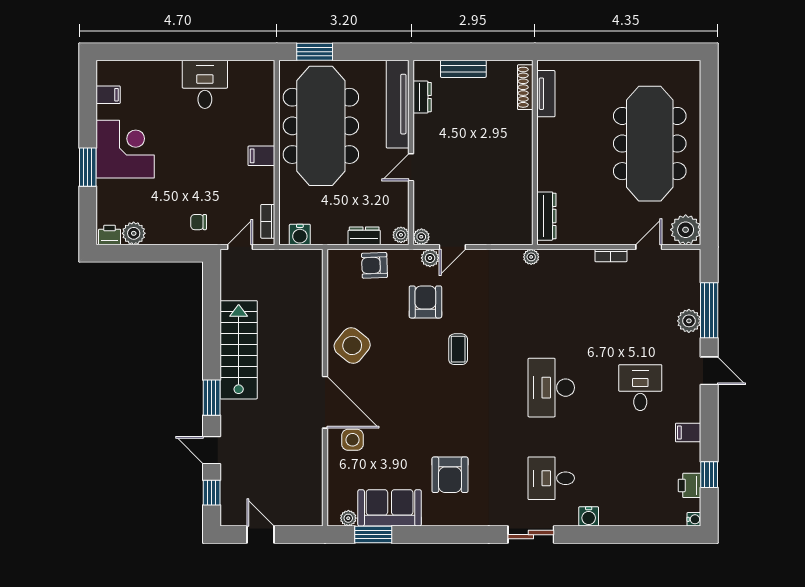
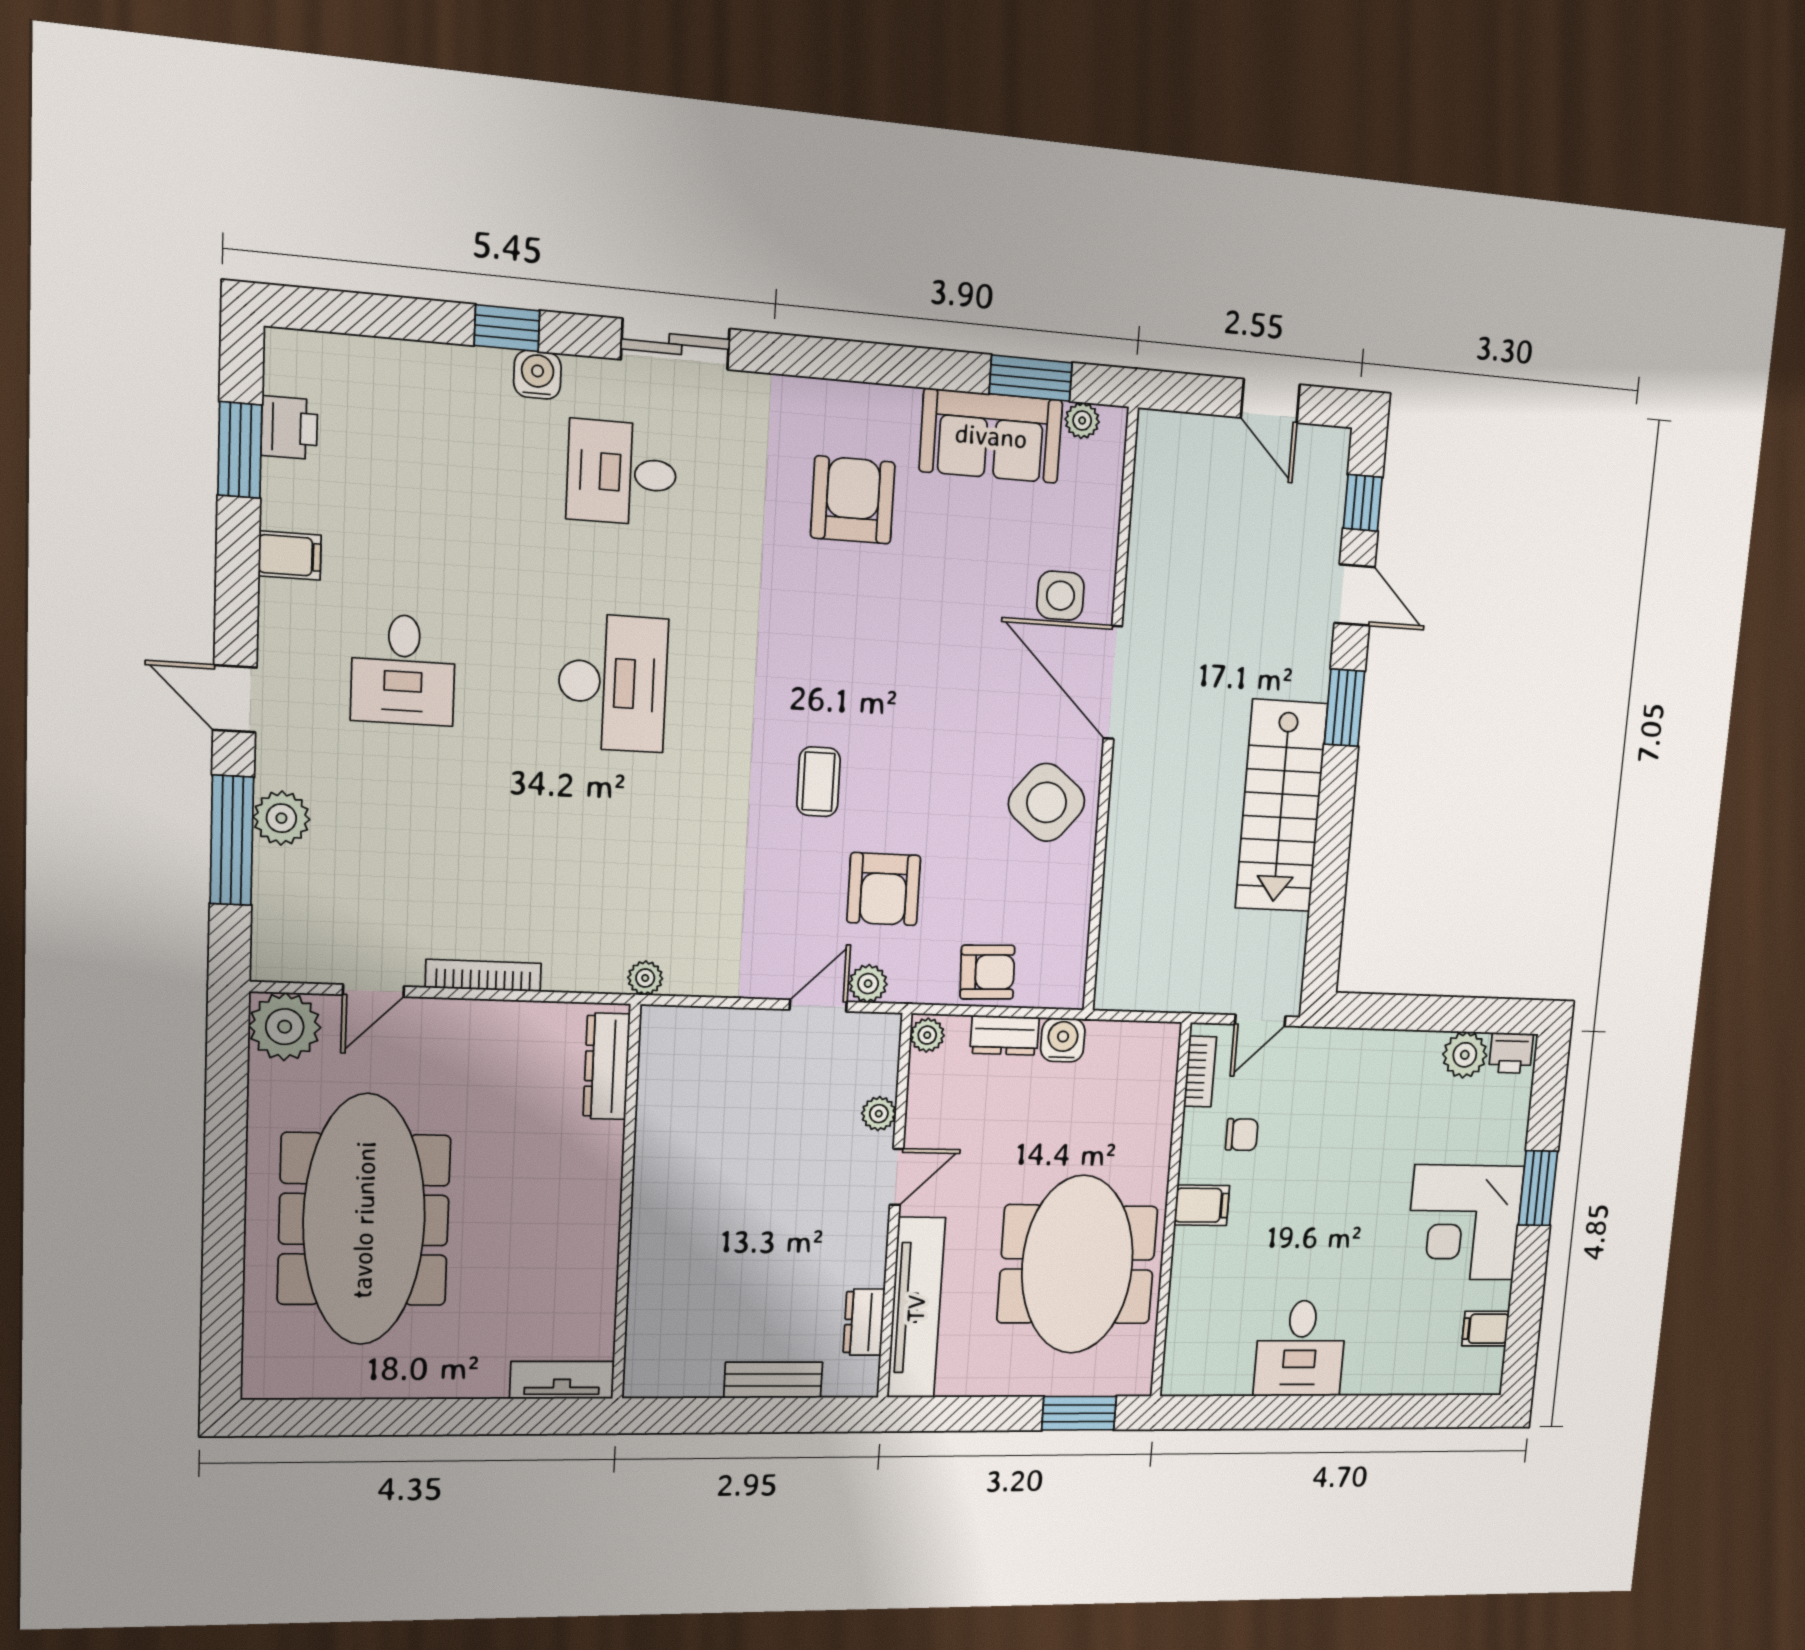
shoe rack: (525, 87) -> (641, 1342), removed
tv unit: (546, 94) -> (562, 1380), moved, turned 90
meeting table: (321, 126) -> (1077, 1264), width x0.73
chair: (199, 222) -> (1242, 1135), moved
water cooler: (300, 235) -> (1063, 1040), moved
plant: (421, 237) -> (879, 1114), moved
bookcase: (611, 255) -> (483, 975), width x1.56
window: (709, 475) -> (240, 450), width x1.50
desk: (551, 478) -> (622, 473), turned 180
water cooler: (694, 519) -> (280, 344), removed
window: (602, 535) -> (507, 328), added

